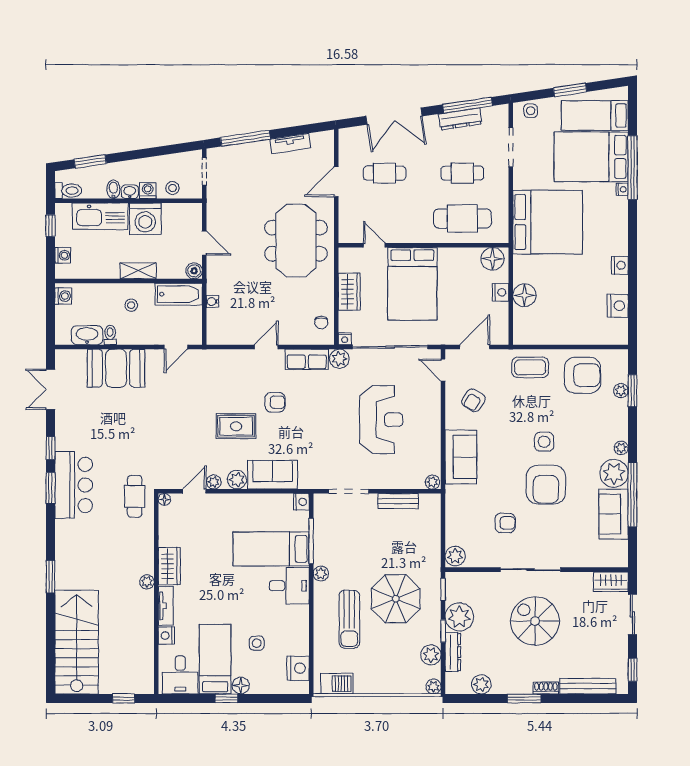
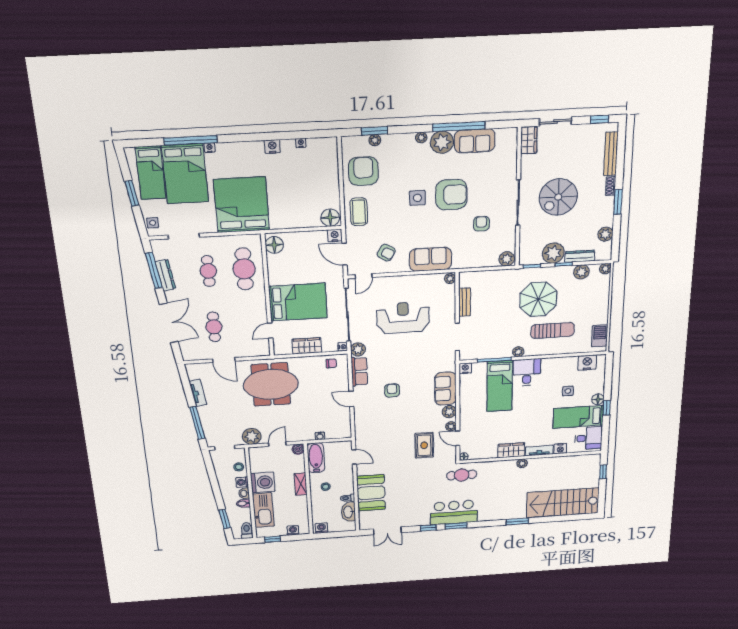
plant: (219, 209) -> (252, 436), added
nightstand: (501, 292) -> (335, 235), moved
floor lamp: (524, 295) -> (330, 218), moved
nightstand: (618, 306) -> (301, 143), width x0.53, depth x0.56
rug: (236, 426) -> (424, 445), moved

